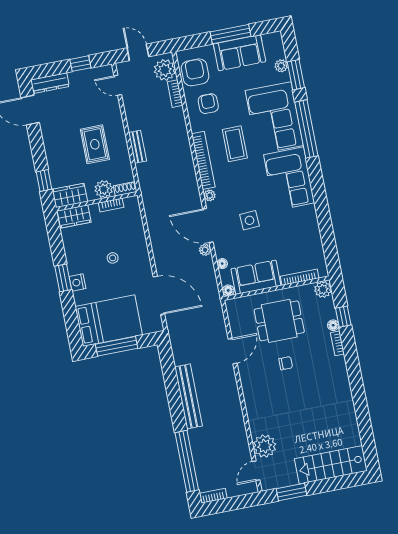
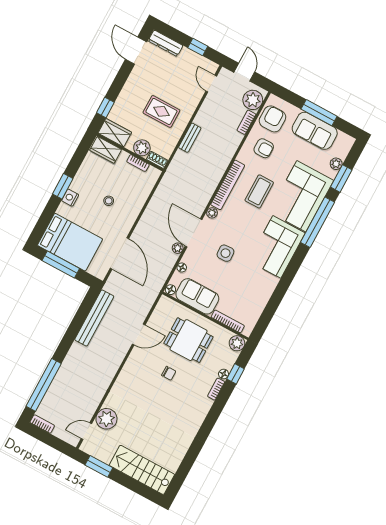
armchair: (208, 104) -> (264, 148), turned 90
rug: (95, 144) -> (161, 111), turned 90
bench: (188, 396) -> (94, 318), moved

